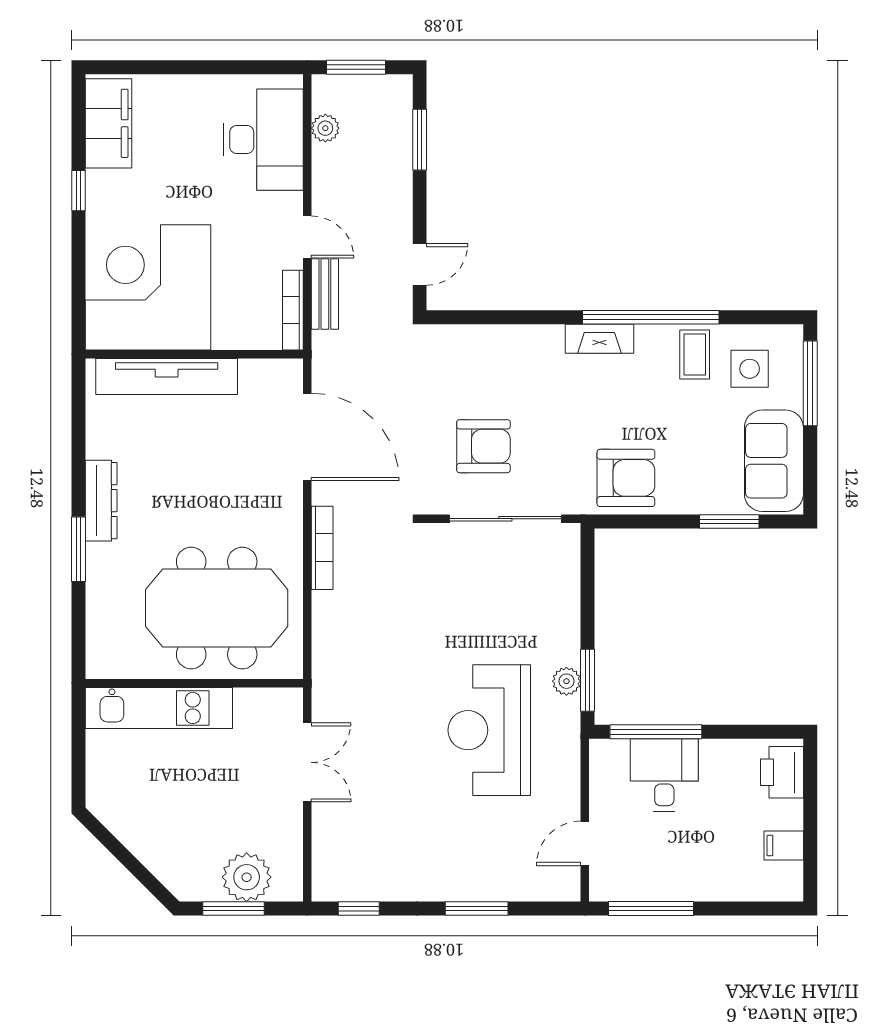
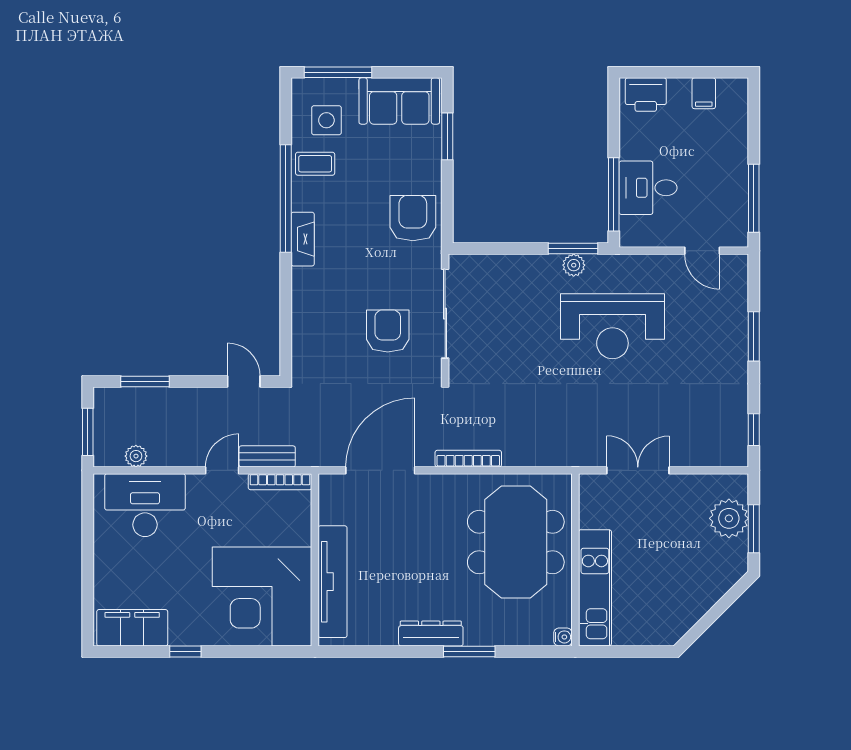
water cooler: (97, 668) -> (563, 637), added

